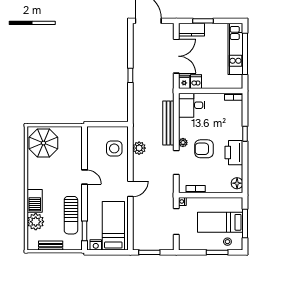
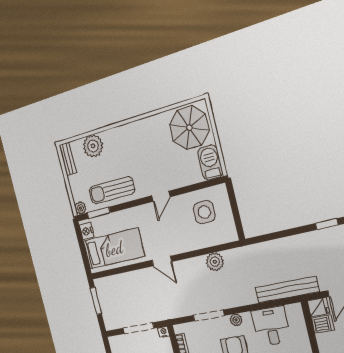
window: (130, 75) -> (327, 224), moved
desk: (192, 105) -> (271, 326), moved
bench: (168, 123) -> (287, 290), moved
side table: (114, 148) -> (204, 212), moved
barbecue: (35, 201) -> (210, 163), moved, turned 90
plant: (77, 245) -> (80, 208), added
bench: (51, 246) -> (68, 159), moved

